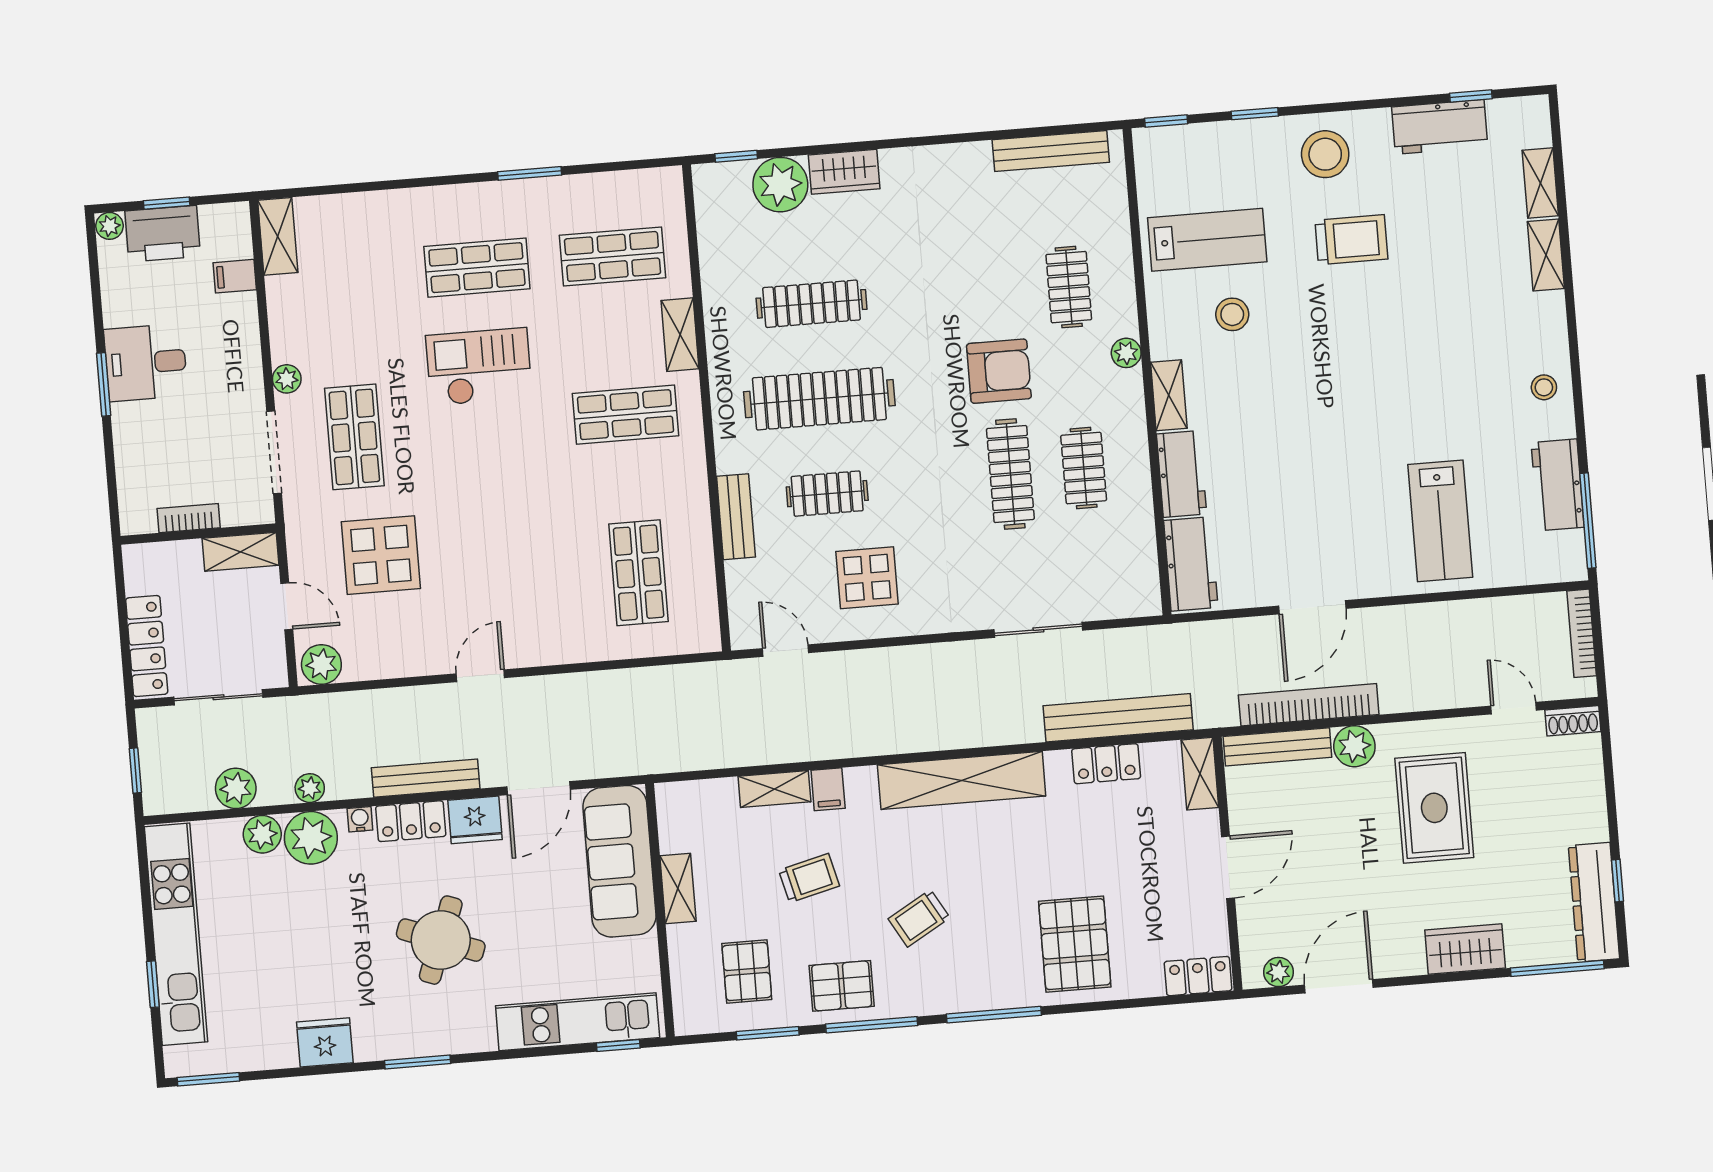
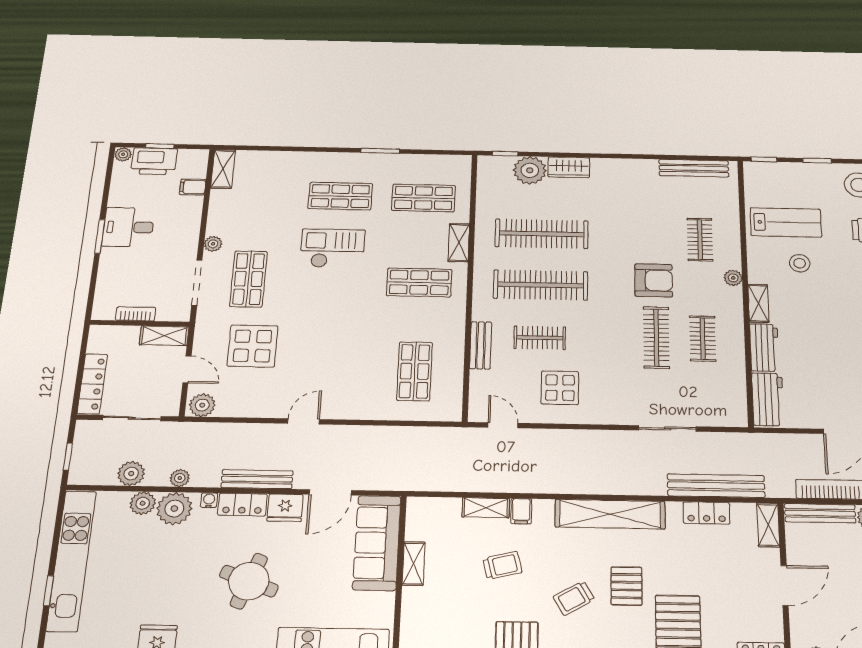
clothes rail: (812, 304) -> (542, 234), width x1.37, depth x1.31
pallet: (747, 971) -> (626, 586), moved

